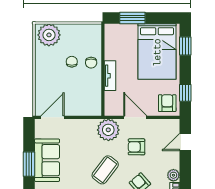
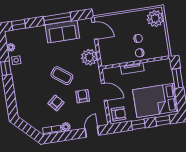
window: (185, 93) -> (138, 124), moved
door: (135, 117) -> (104, 92), hinge flipped
plant: (108, 130) -> (89, 57), moved
door: (185, 142) -> (92, 132), hinge flipped
window: (29, 164) -> (57, 19), width x1.44

